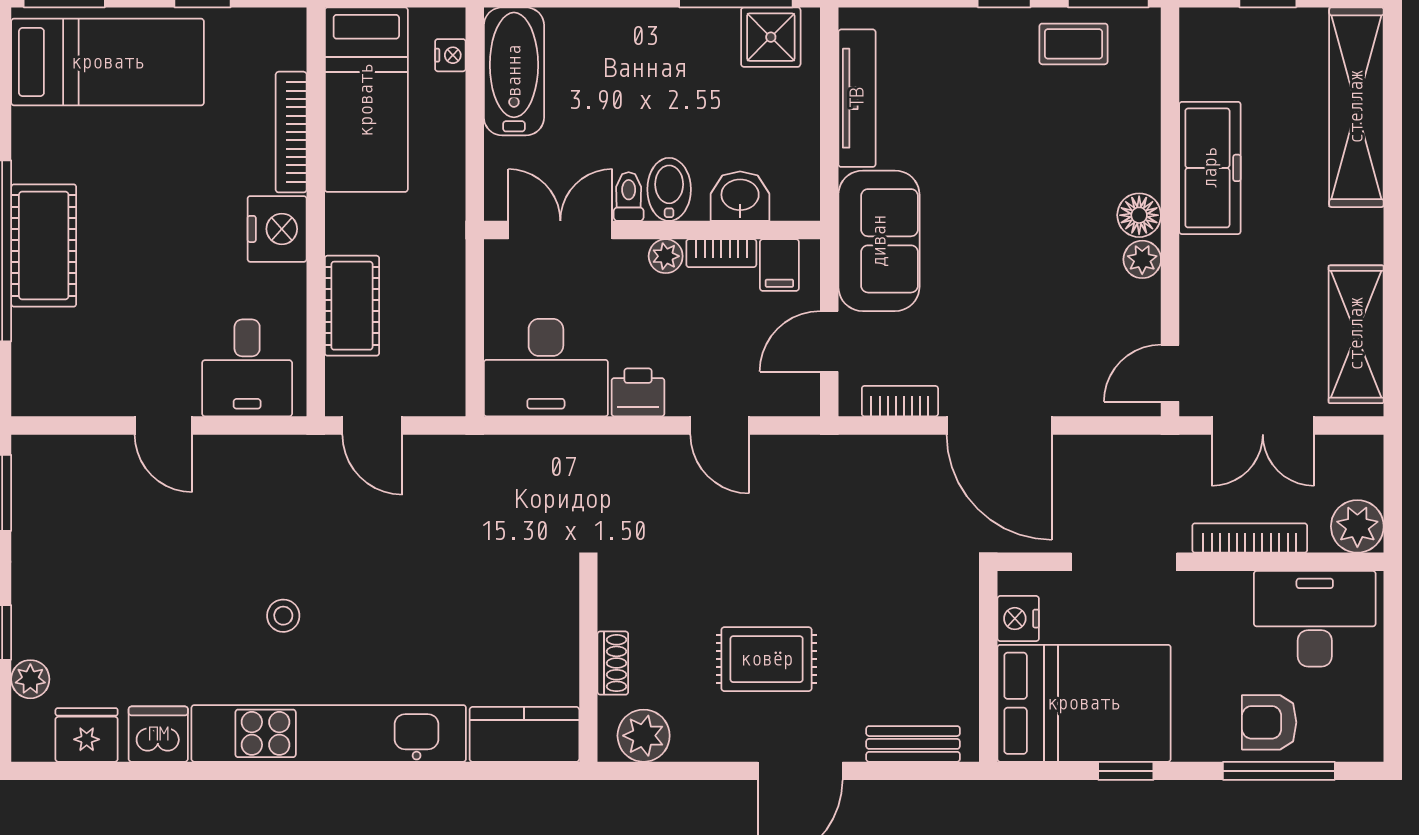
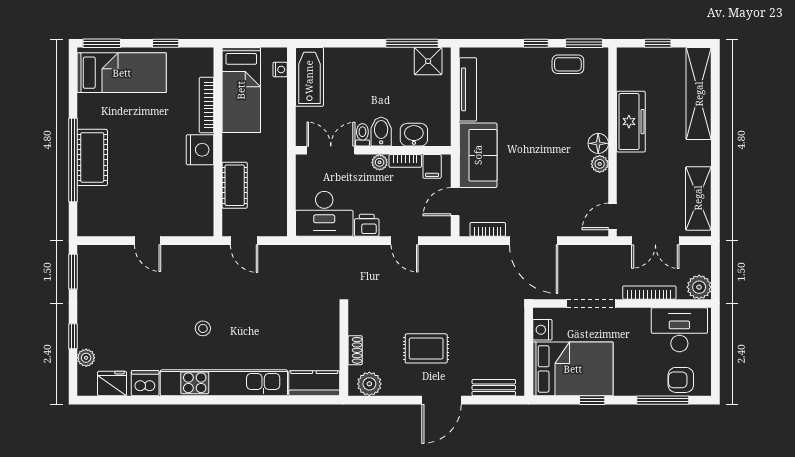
desk: (247, 368) -> (186, 214), removed
armchair: (1269, 722) -> (681, 380), moved

